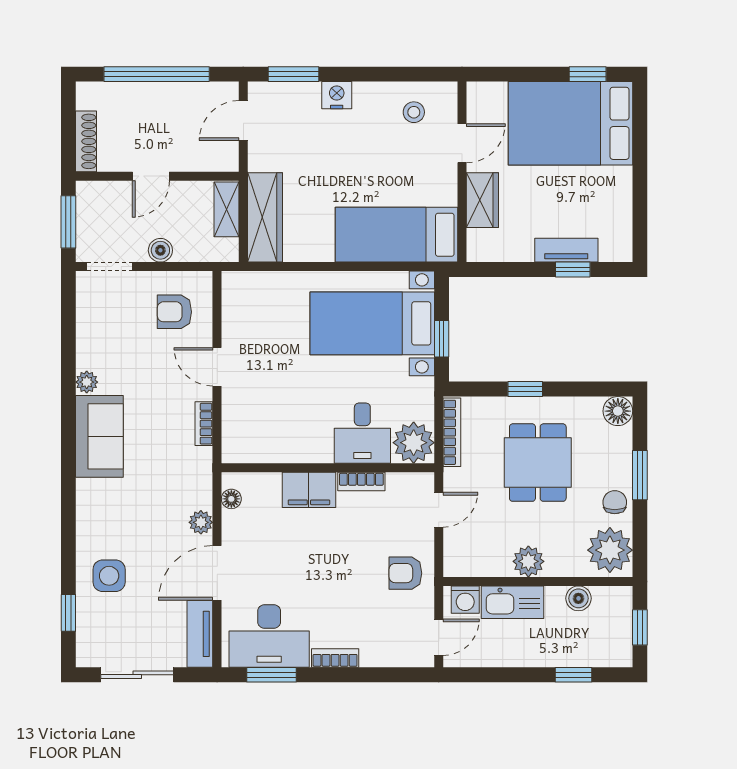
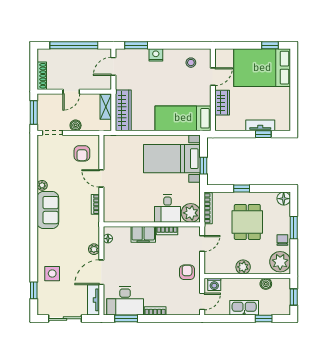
armchair: (174, 312) -> (82, 153), turned -90
armchair: (405, 573) -> (187, 272), turned 90
kitchen sink: (512, 602) -> (244, 308), moved, turned 180

